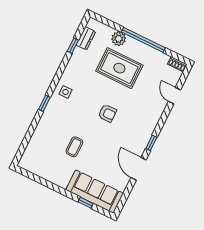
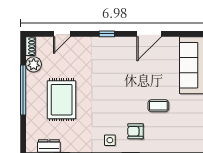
plant: (119, 39) -> (34, 64), moved
armchair: (107, 113) -> (135, 131), moved, turned -90
window: (151, 143) -> (107, 34), moved

